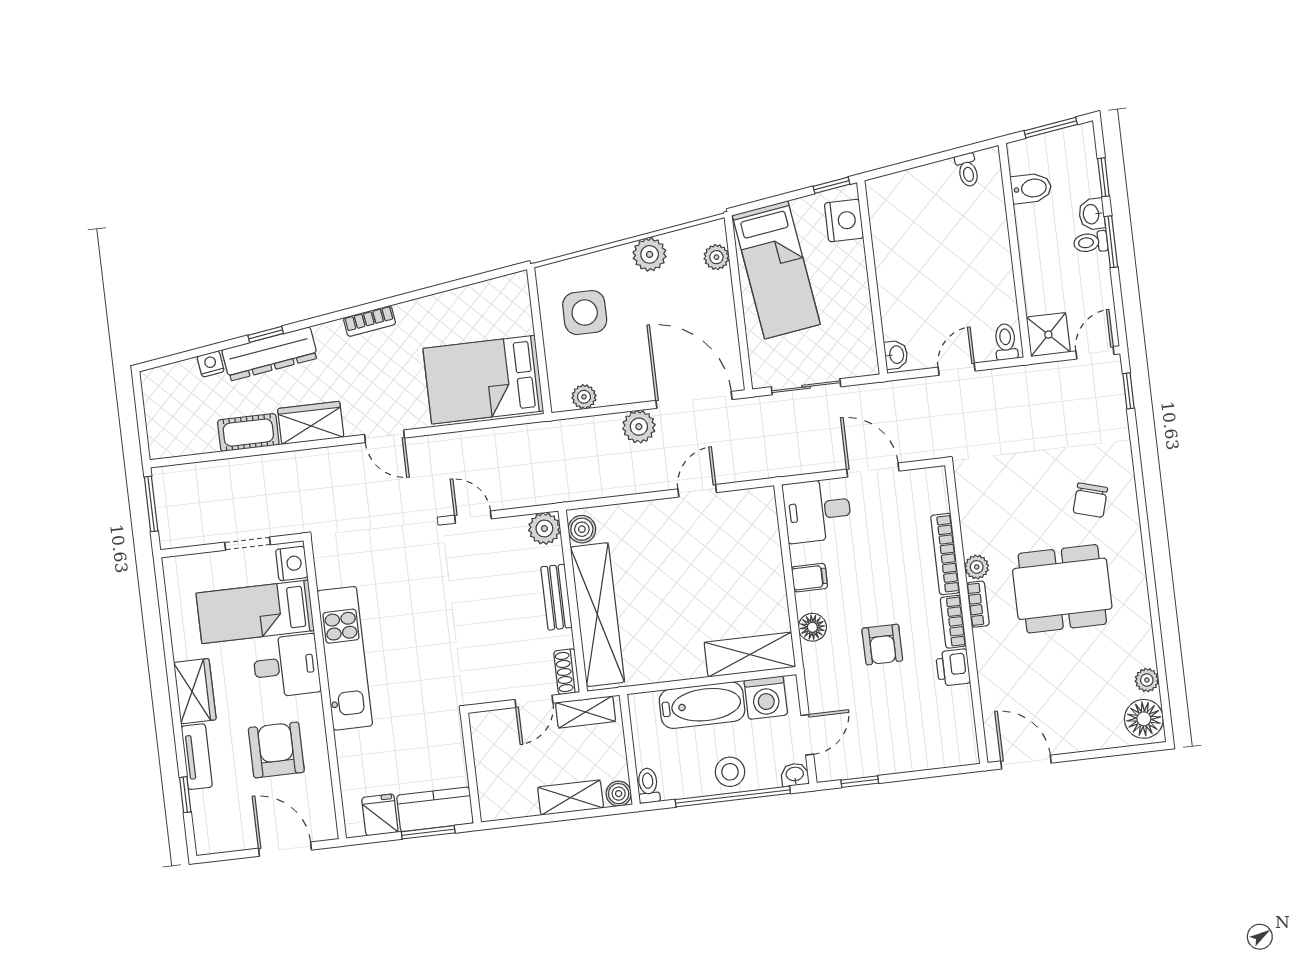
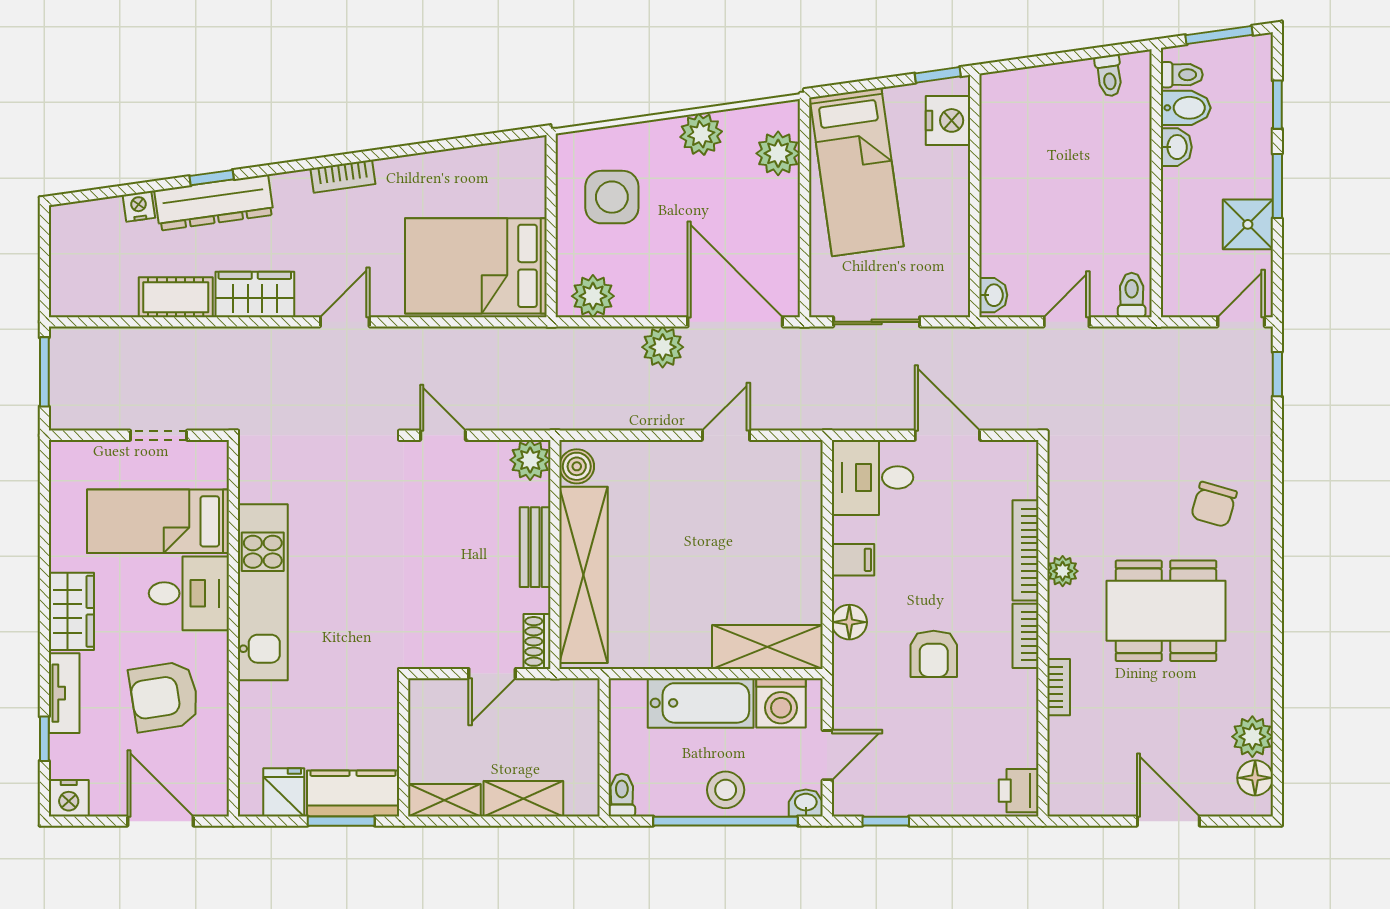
washbasin: (1092, 214) -> (1176, 147), moved, turned 180
toilet: (1091, 242) -> (1182, 75), moved, turned 180
plant: (716, 257) -> (778, 153), width x1.38, depth x1.38
shower: (1048, 335) -> (1248, 224), moved
plant: (584, 397) -> (593, 296), width x1.38, depth x1.38
door: (385, 436) -> (345, 322), swing flipped
nightstand: (292, 563) -> (69, 798), moved, turned 90
bookcase: (978, 604) -> (1059, 687), moved
printer: (953, 668) -> (1019, 791), moved
plant: (1147, 680) -> (1252, 737), width x1.38, depth x1.38
shelving: (585, 712) -> (444, 800), moved
floor lamp: (1144, 719) -> (1255, 778), width x0.73, depth x0.73
armchair: (276, 750) -> (164, 696), turned -99
door: (1026, 762) -> (1168, 821), moved
boiler: (619, 794) -> (584, 801), removed

